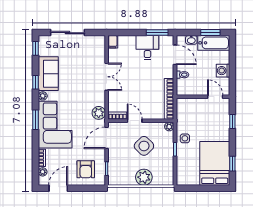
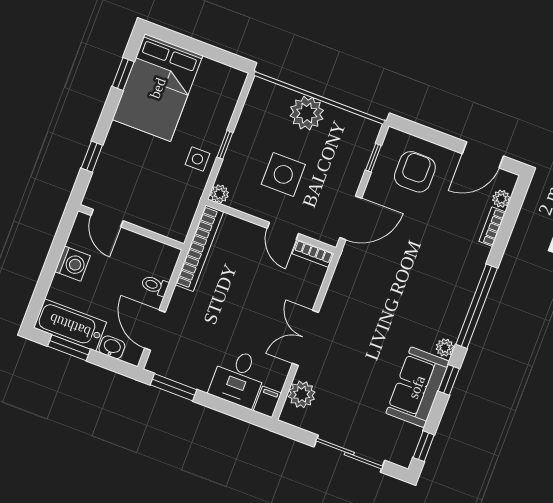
desk: (147, 48) -> (238, 378), moved
plant: (99, 113) -> (302, 394), moved
window: (36, 120) -> (477, 306), width x2.11
corner sofa: (55, 125) -> (442, 282), removed
side table: (144, 146) -> (283, 174), turned 45

